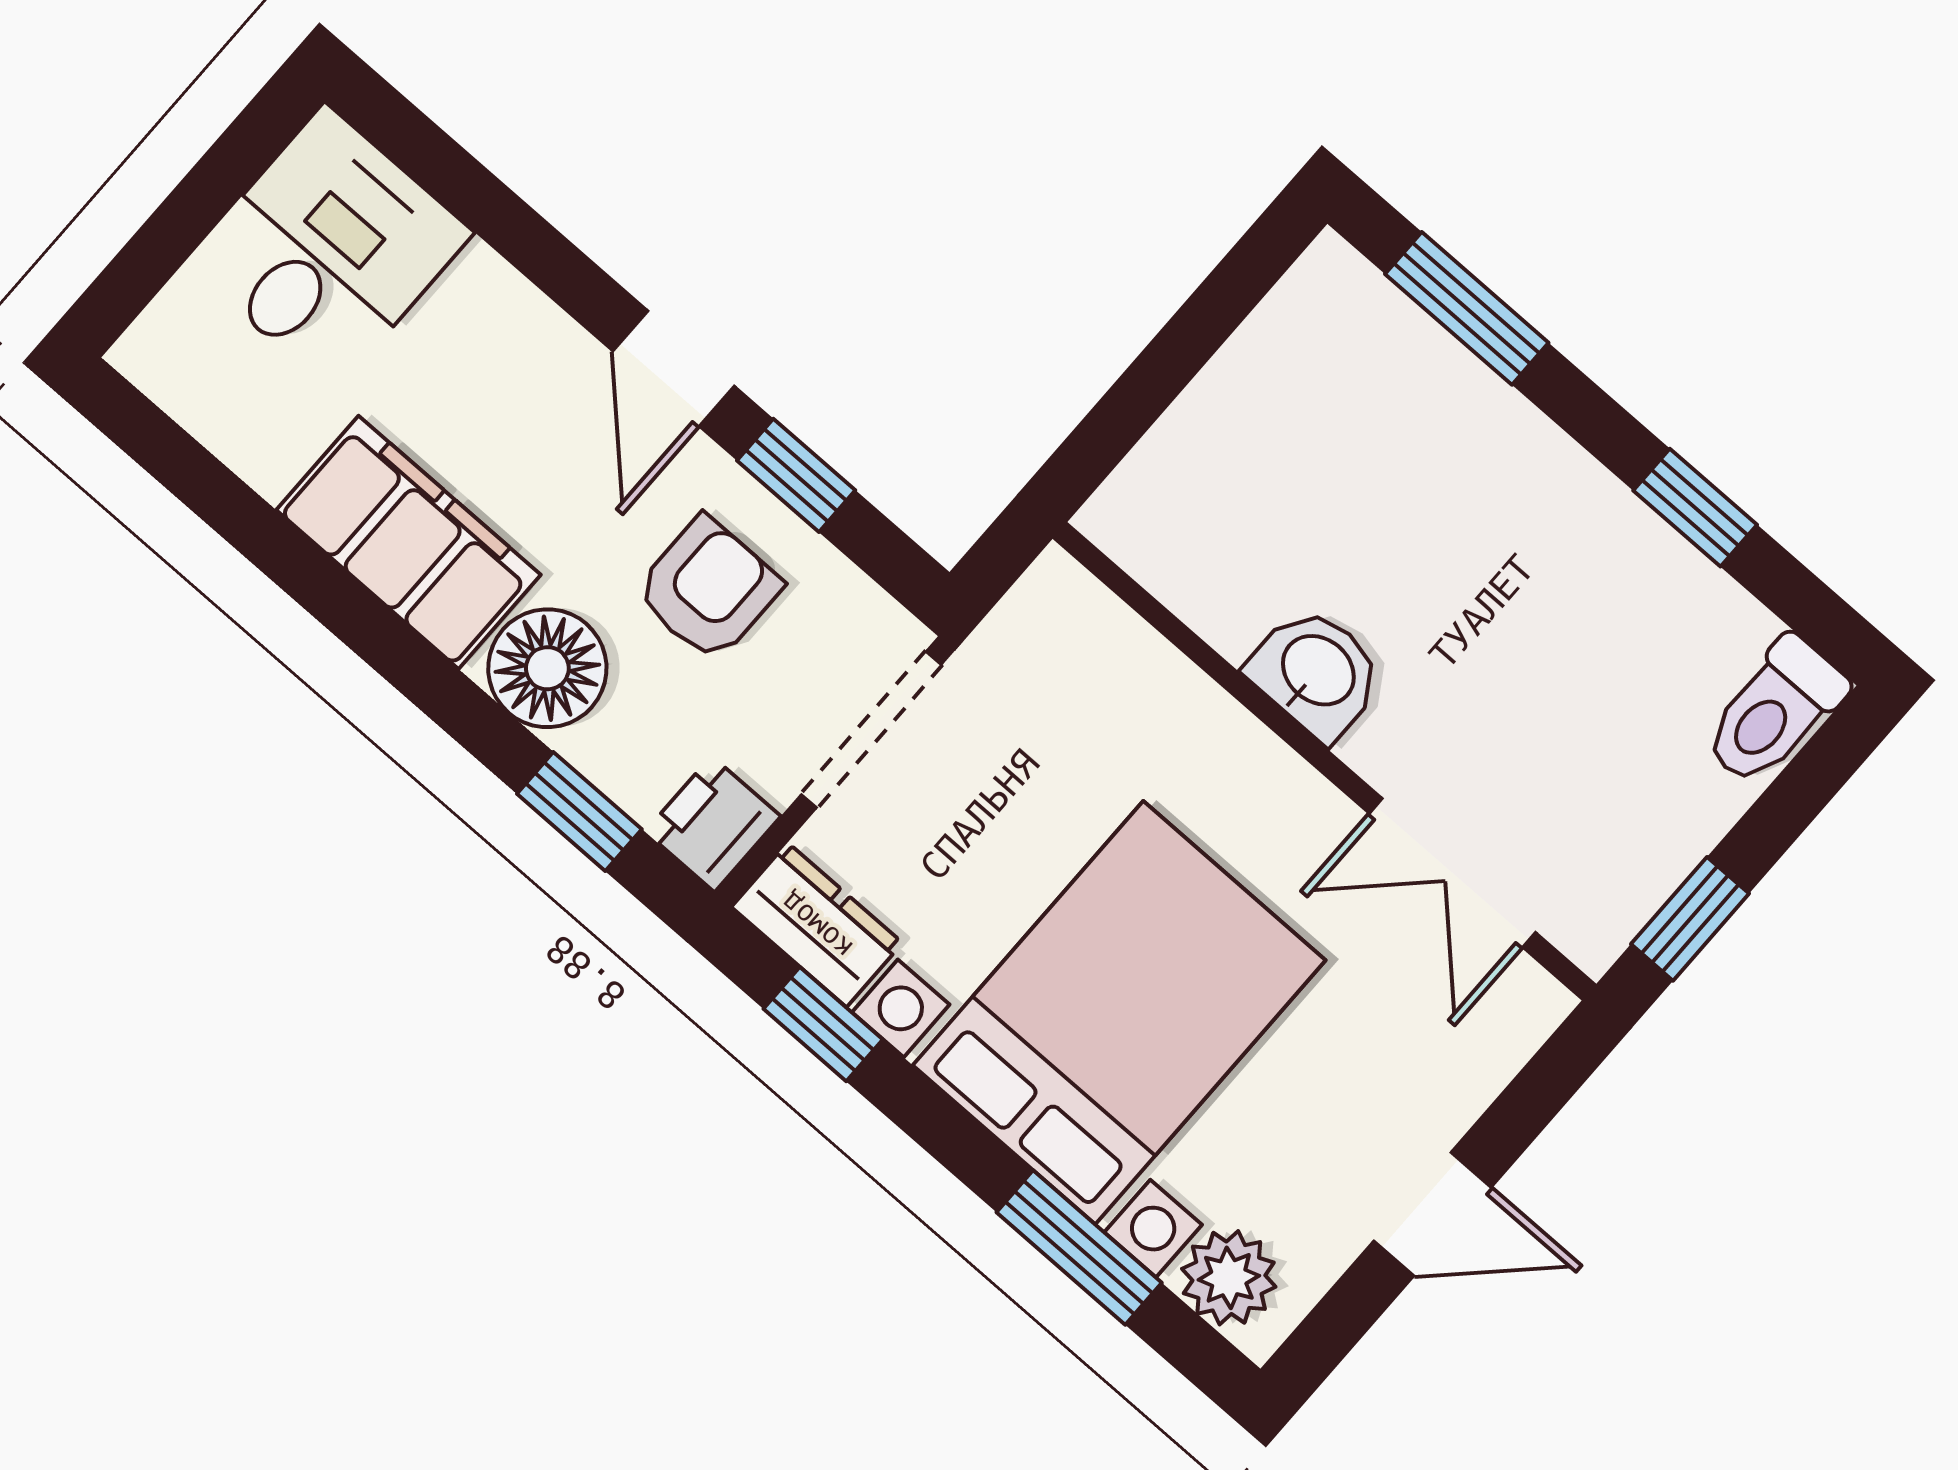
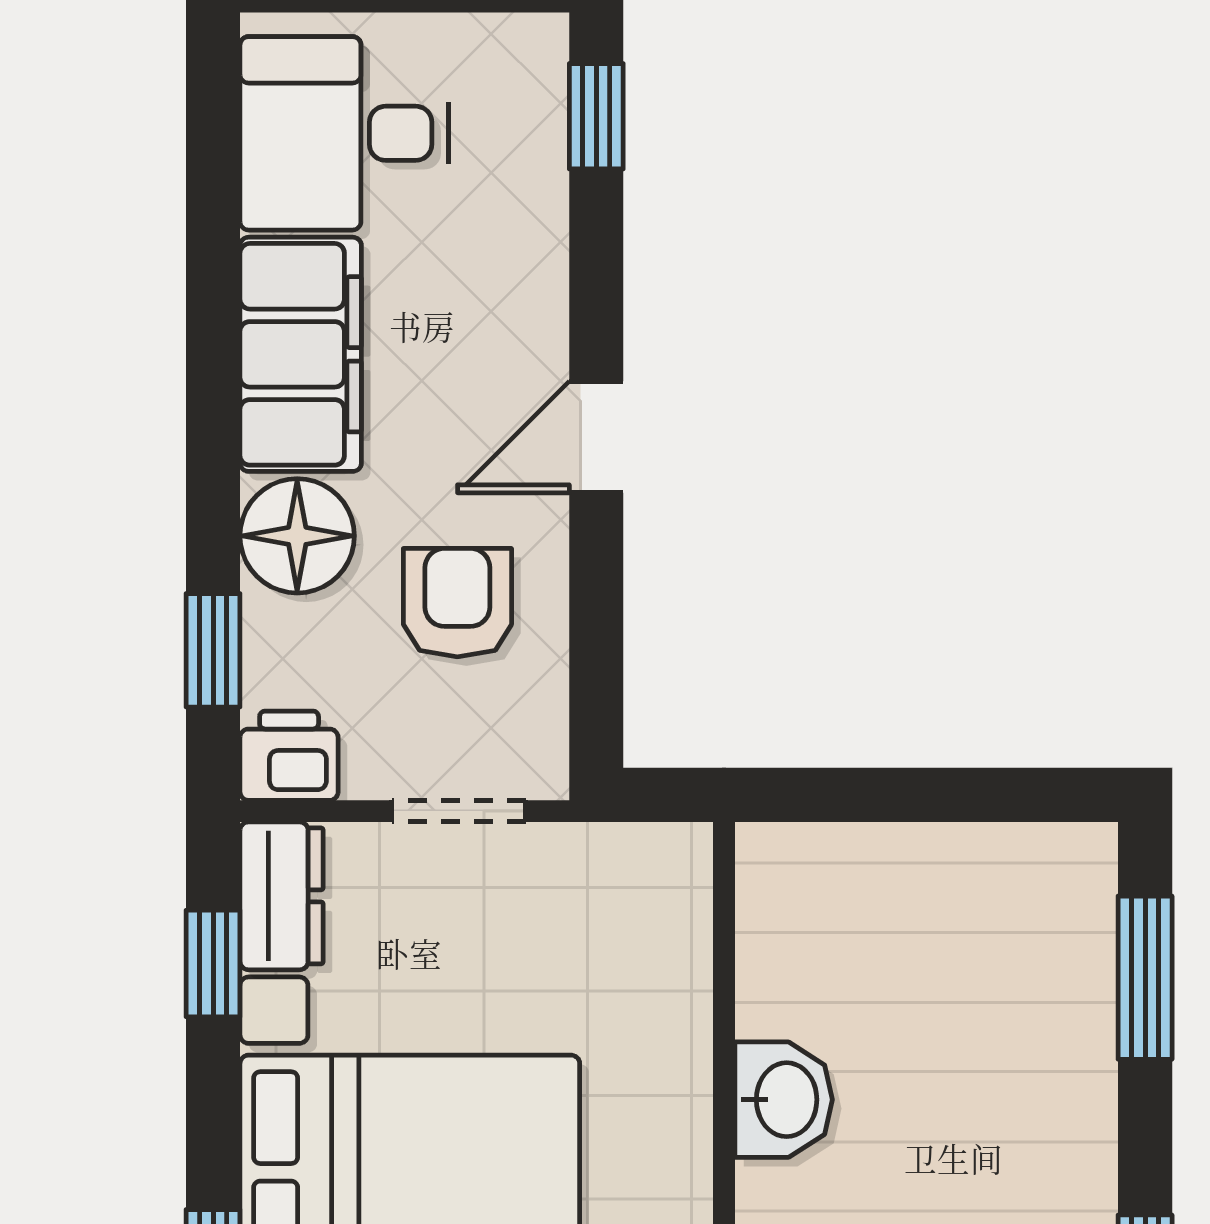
desk: (329, 248) -> (344, 133), moved, turned 180
window: (796, 475) -> (596, 116), moved
armchair: (708, 589) -> (457, 603), turned -90
doorway: (871, 729) -> (459, 811), width x0.73

